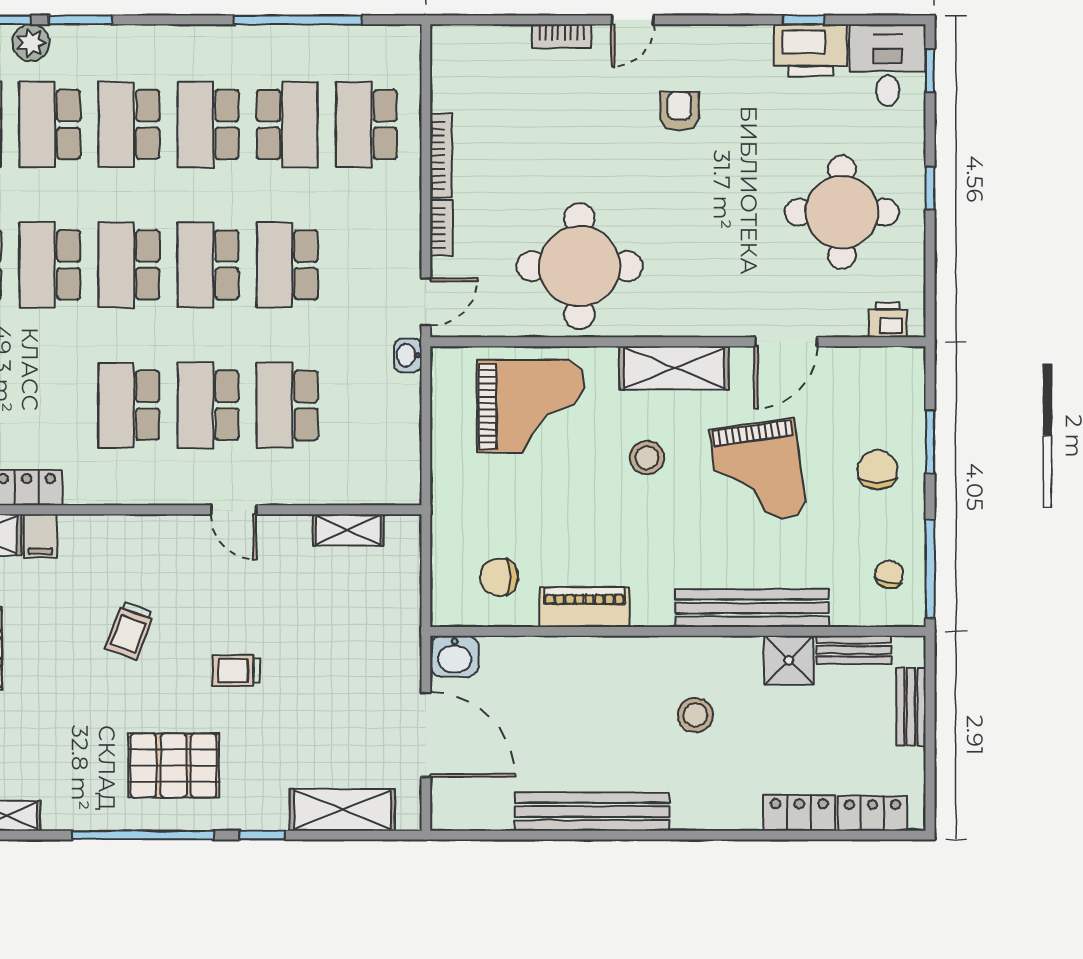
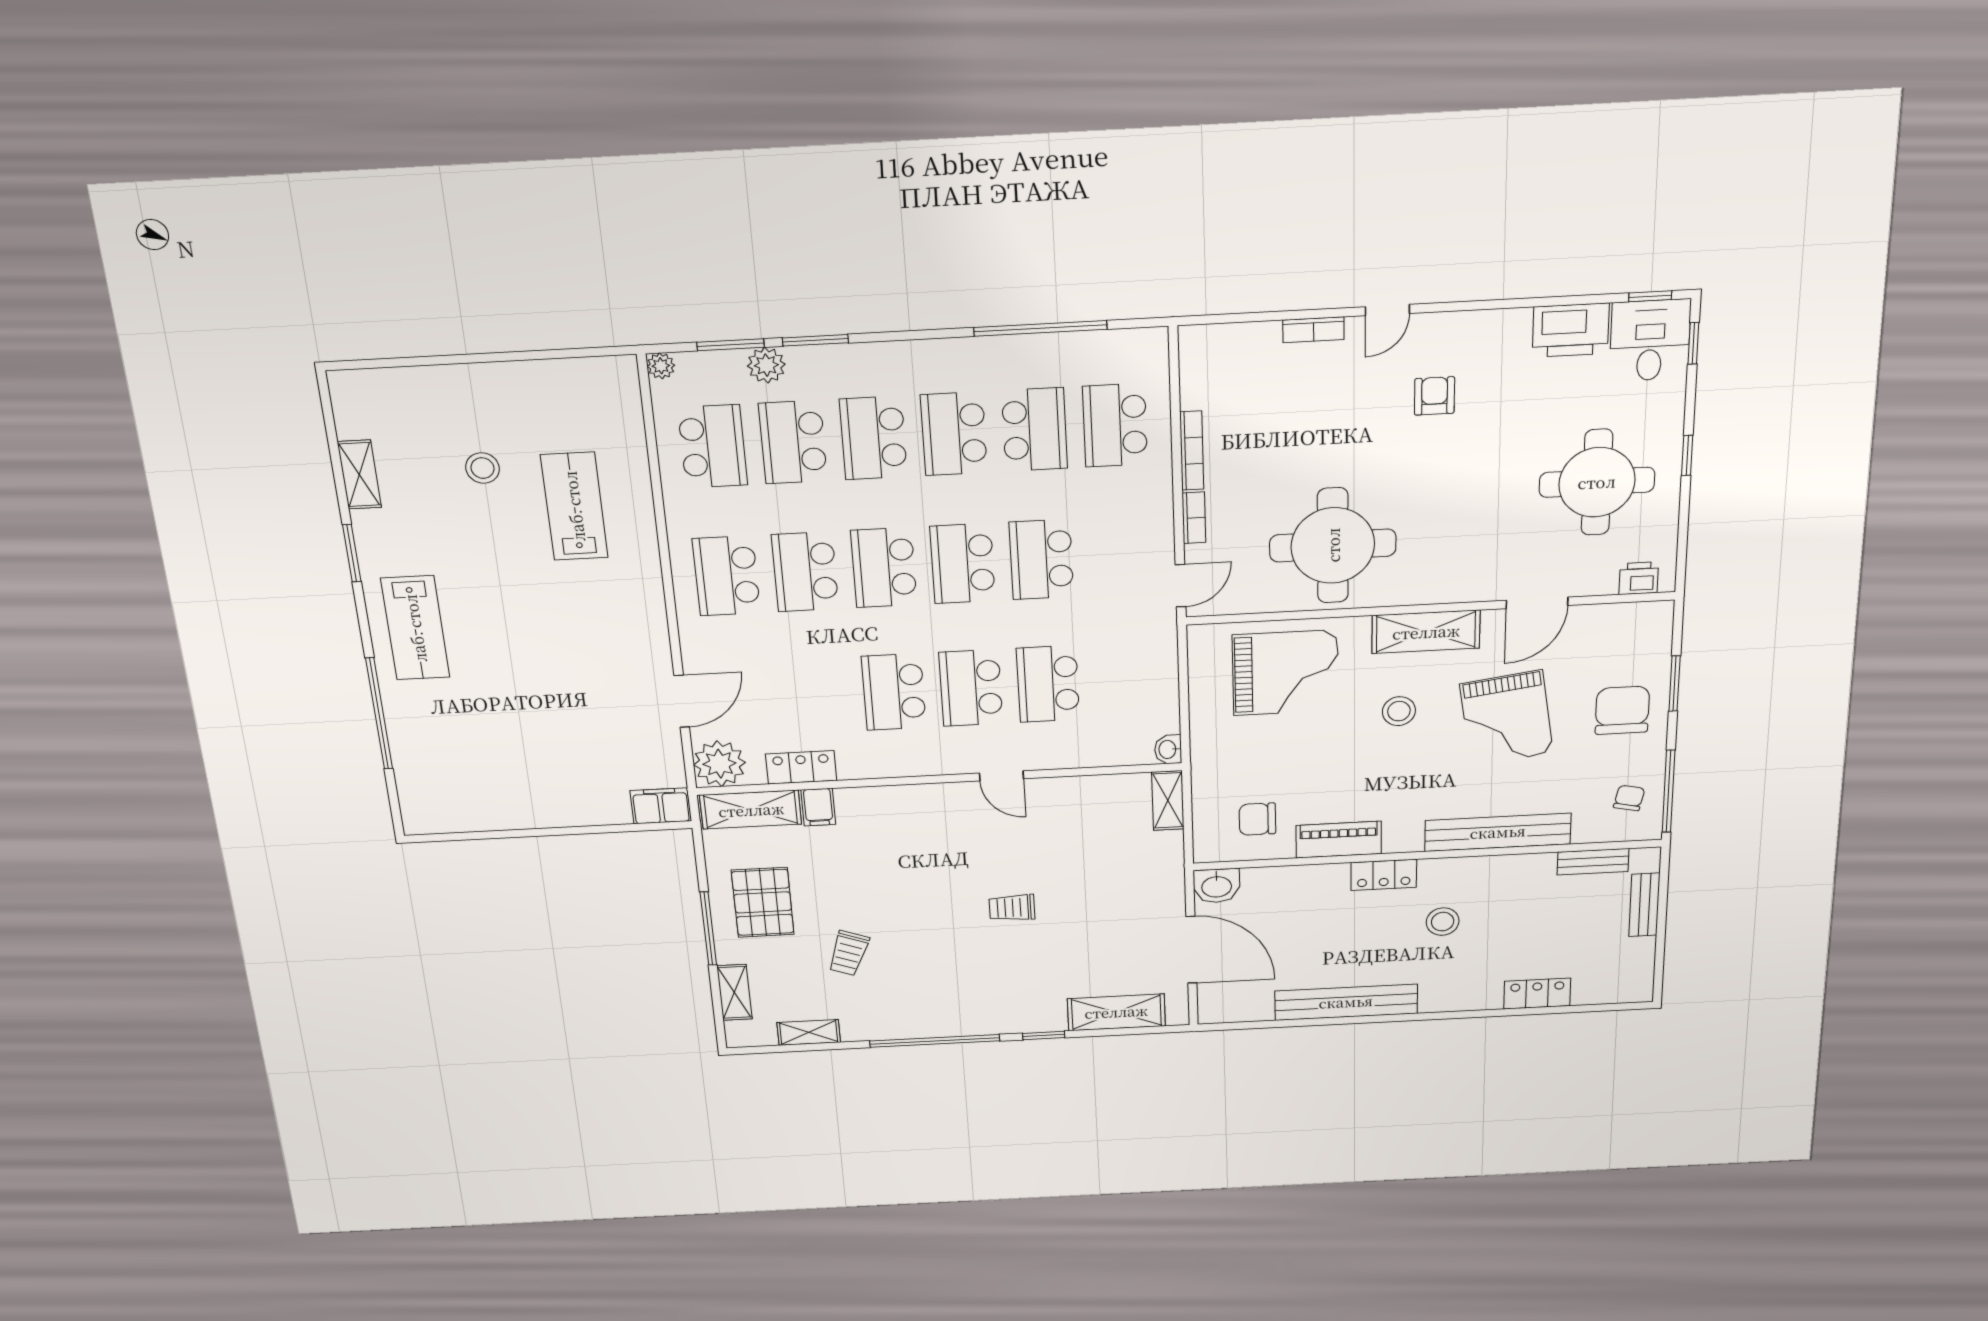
window: (804, 20) -> (1650, 296), moved
washbasin: (408, 355) -> (1168, 749), moved
chair: (878, 470) -> (1622, 710), width x1.37, depth x1.37
shelving: (348, 530) -> (1168, 800), moved, turned 90
trolley: (130, 631) -> (849, 953), moved
shower: (789, 660) -> (1531, 873), removed
pallet: (174, 766) -> (959, 986), removed
locker: (872, 813) -> (1384, 875), moved, turned 180

